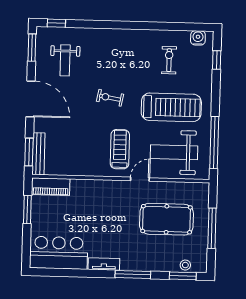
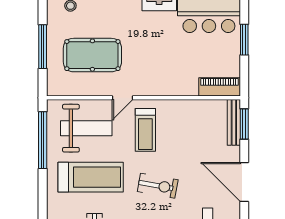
exercise bike: (110, 98) -> (158, 186), width x1.38, depth x1.39
treadmill: (171, 107) -> (91, 177), turned 180
window: (27, 210) -> (244, 40), moved

